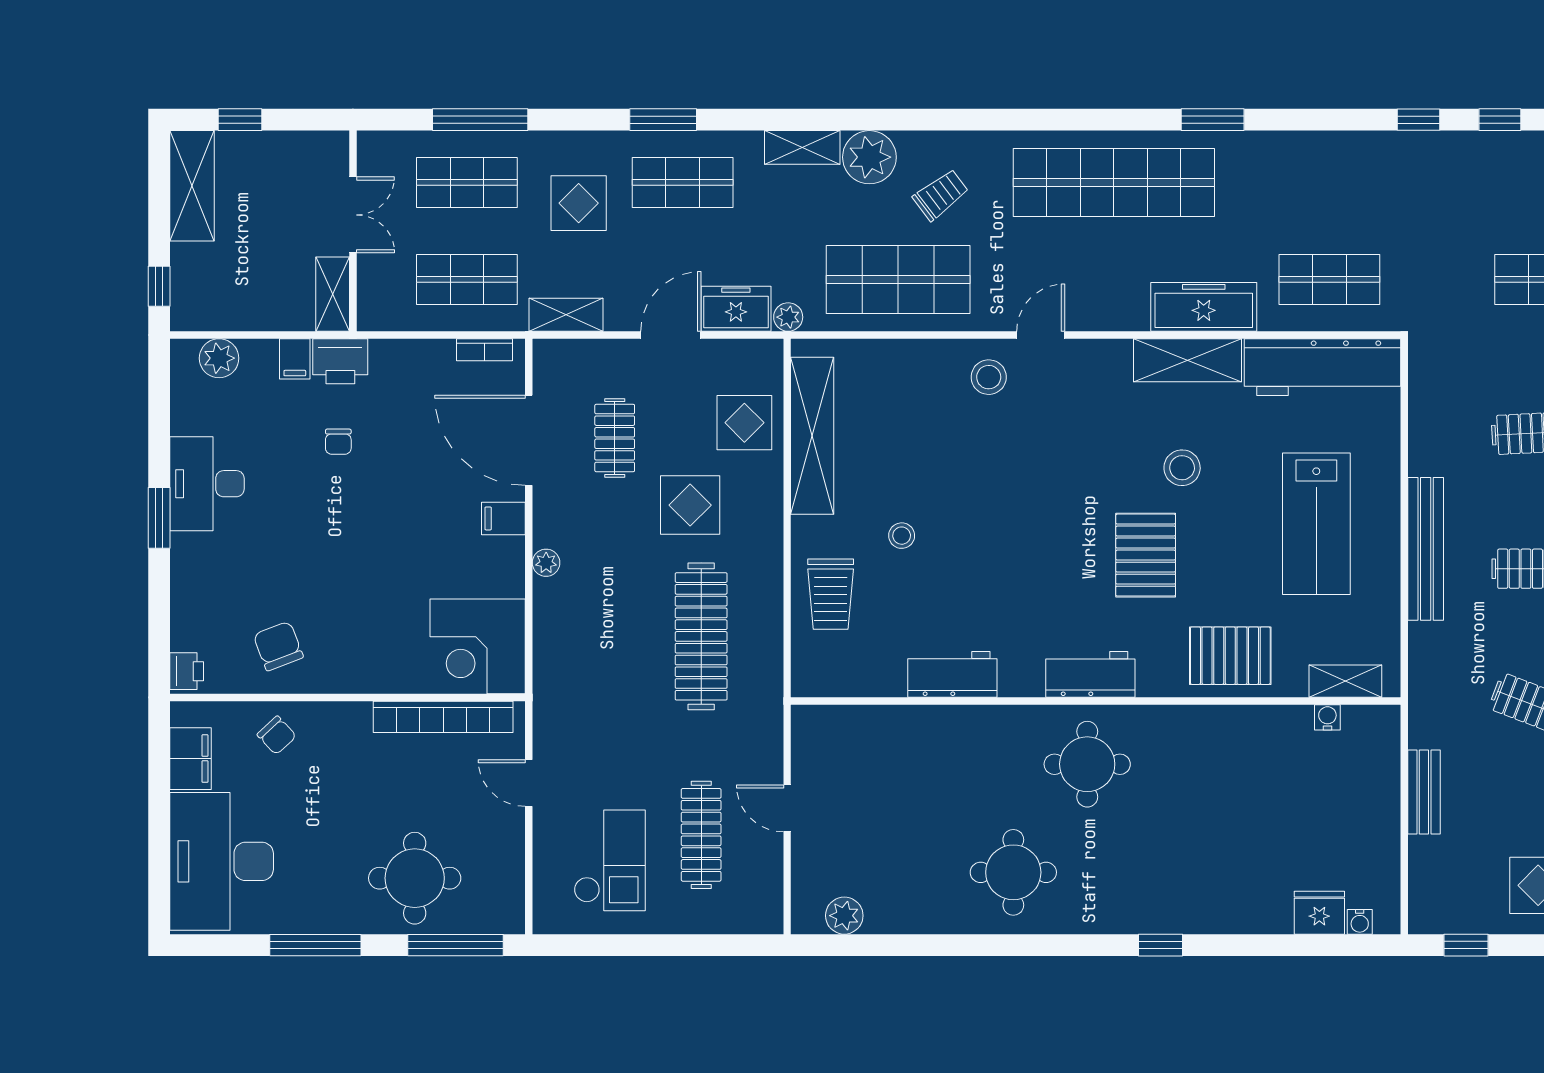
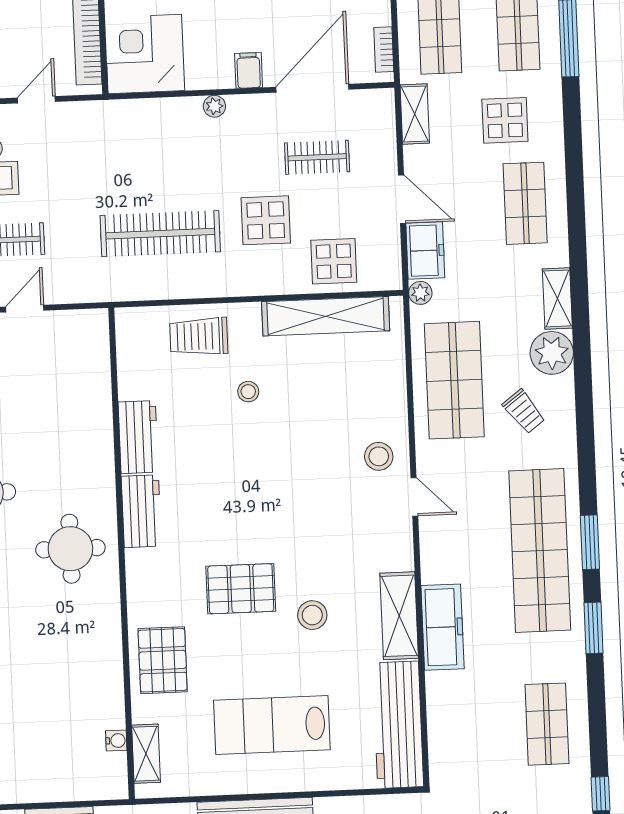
window: (663, 120) -> (590, 542), moved
shop shelf: (1329, 279) -> (547, 724), moved
workbench: (1090, 674) -> (141, 511), moved

